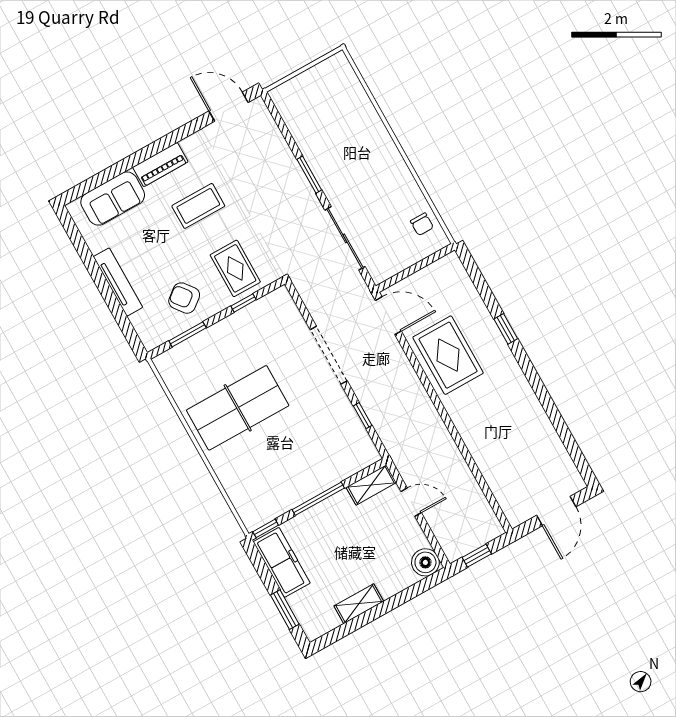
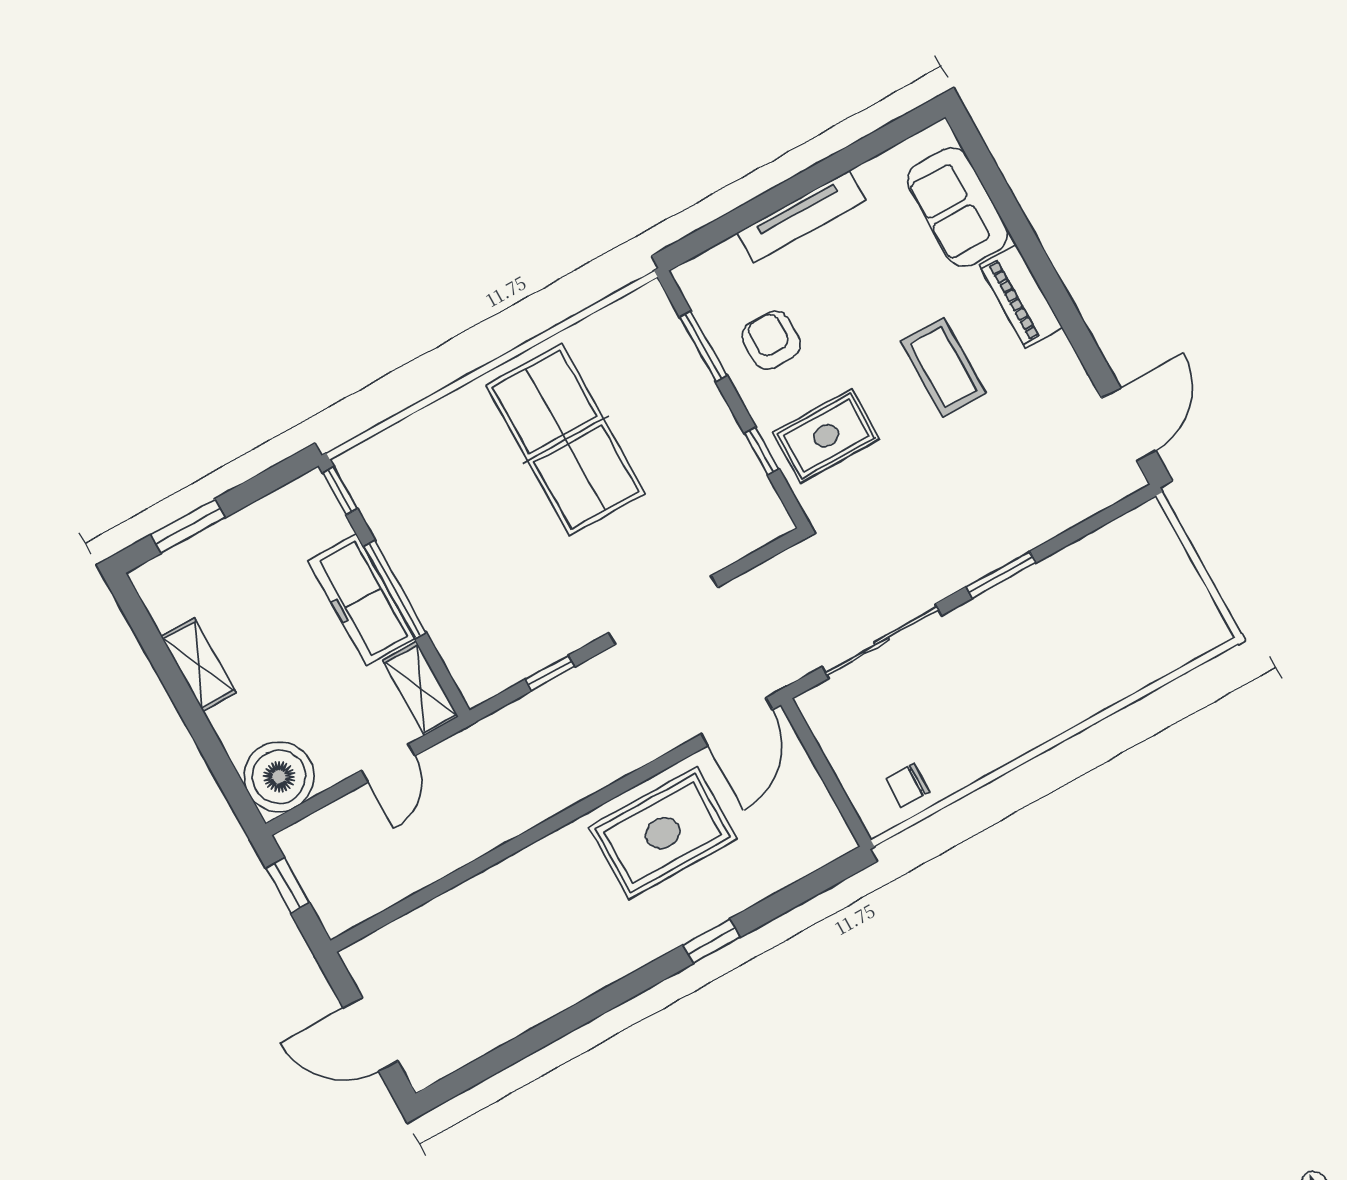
armchair: (184, 298) -> (771, 340), turned -52
freezer: (282, 562) -> (361, 599), moved, turned 90
boiler: (425, 562) -> (279, 777), width x1.37, depth x1.37

